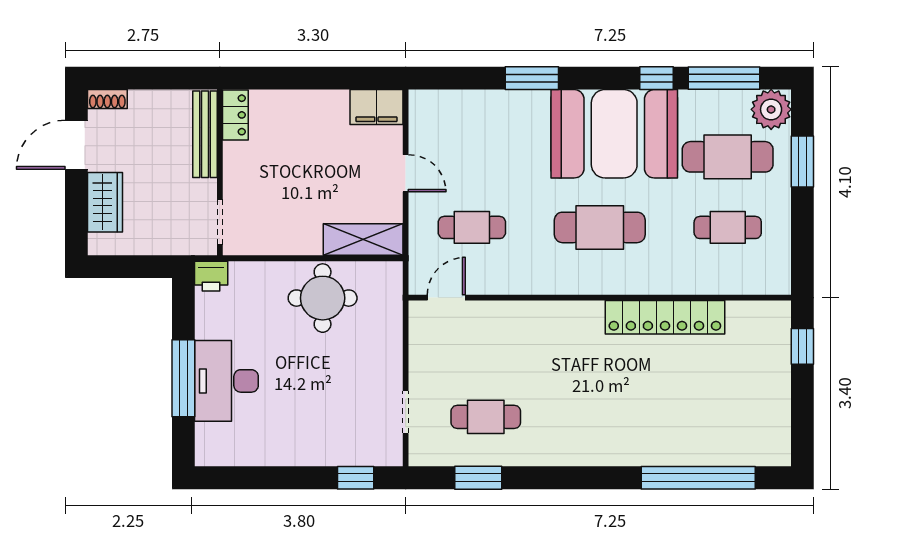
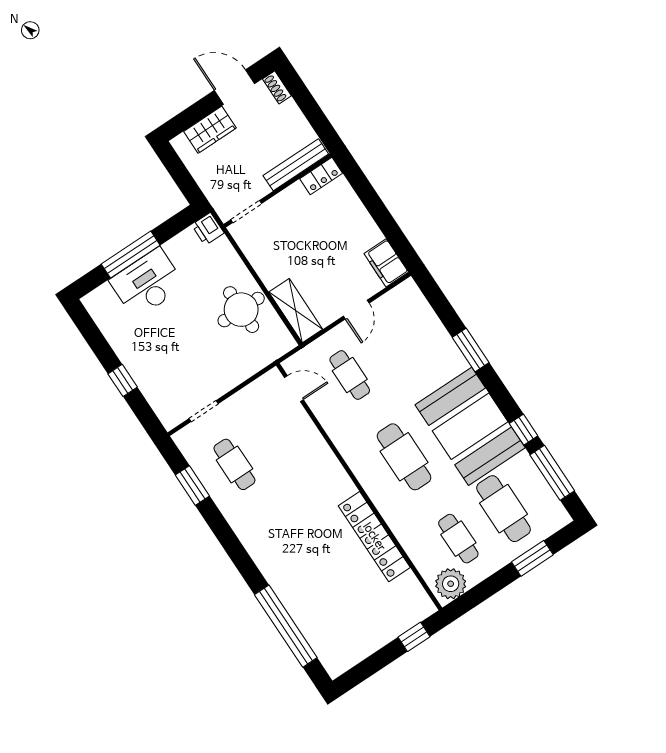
plant: (771, 109) -> (451, 584), moved
window: (356, 478) -> (123, 380), moved

